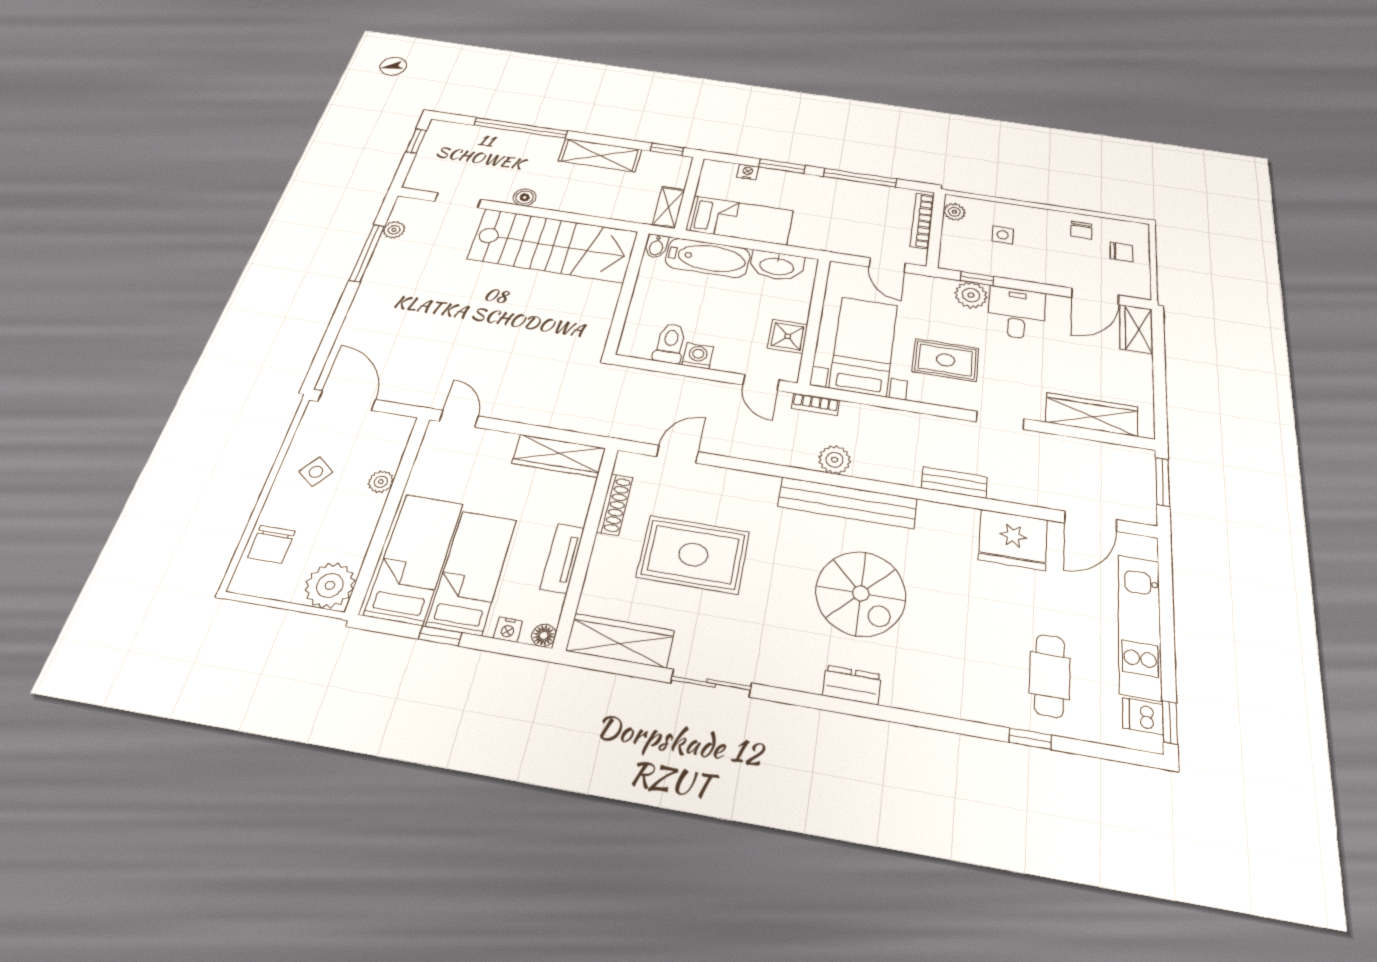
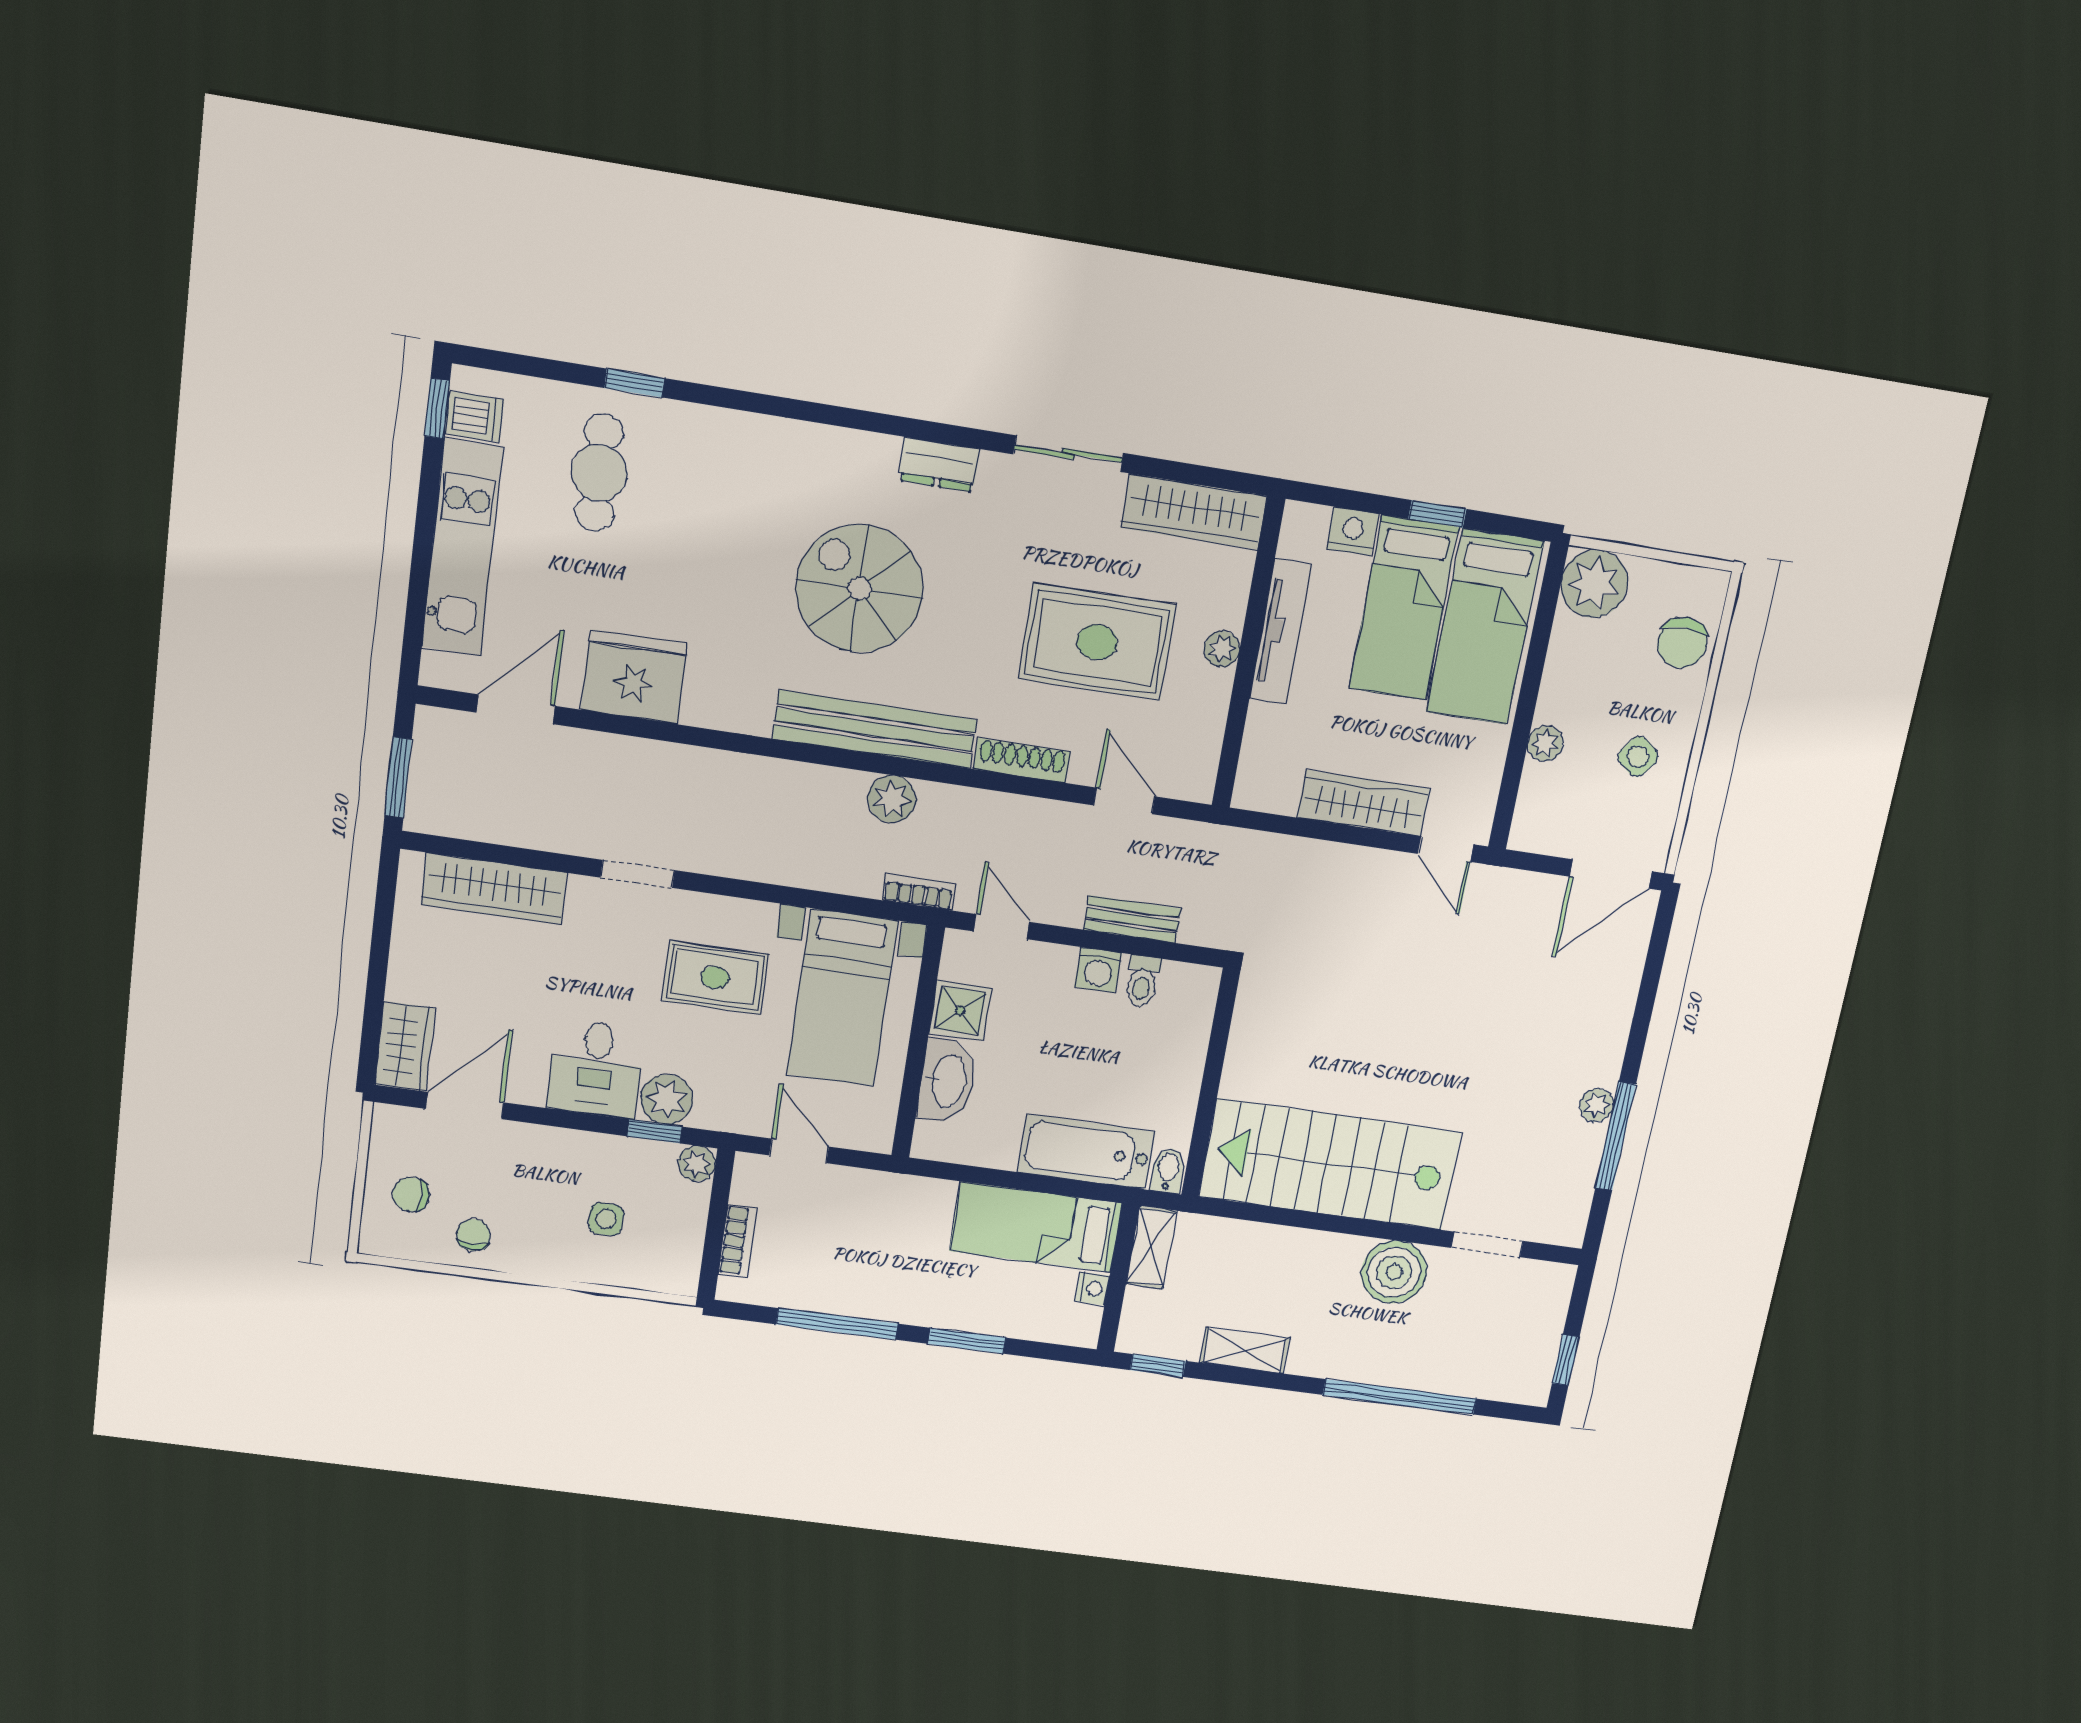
shelving: (600, 155) -> (1245, 1350), width x0.67, depth x0.75
nightstand: (748, 172) -> (1092, 1289), moved, turned -90
boiler: (525, 197) -> (1394, 1272), width x1.86, depth x1.86
plant: (954, 212) -> (697, 1163), moved
bookcase: (922, 221) -> (738, 1241), width x0.64
plant: (394, 230) -> (1597, 1105), moved
washbasin: (777, 266) -> (947, 1081), moved, turned 90
toilet: (670, 343) -> (1142, 981), width x0.73, depth x0.72
door: (347, 401) -> (1611, 874), hinge flipped
door: (677, 454) -> (1124, 801), swing flipped
wardrobe: (559, 456) -> (1363, 803), moved
bench: (954, 483) -> (1132, 919), moved
shoe rack: (615, 504) -> (1022, 760), moved, turned 90
chair: (271, 544) -> (1682, 643), turned 180
plant: (605, 548) -> (1222, 649), added
tv unit: (562, 558) -> (1281, 632), width x1.41
nightstand: (508, 630) -> (1352, 531), width x1.39, depth x1.35
floor lamp: (544, 635) -> (1298, 517), removed
dresser: (852, 685) -> (939, 465), moved

